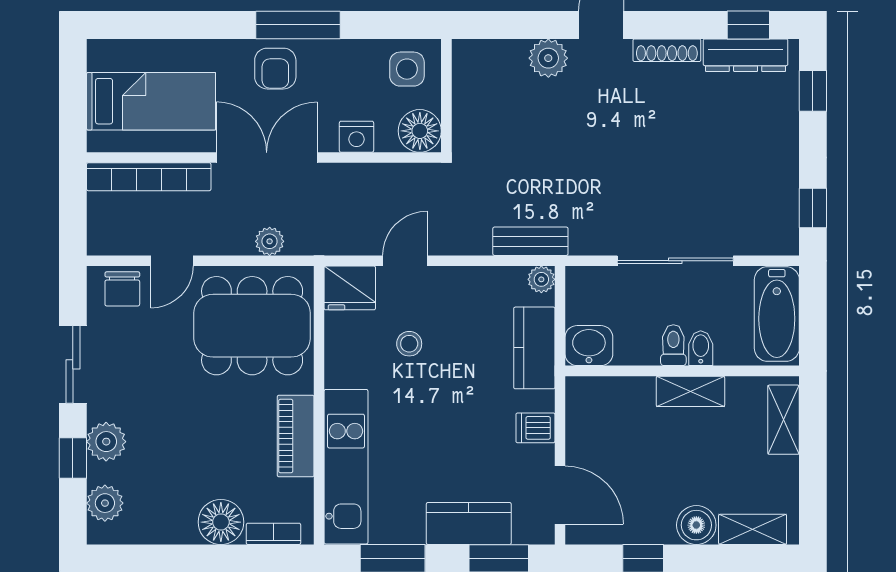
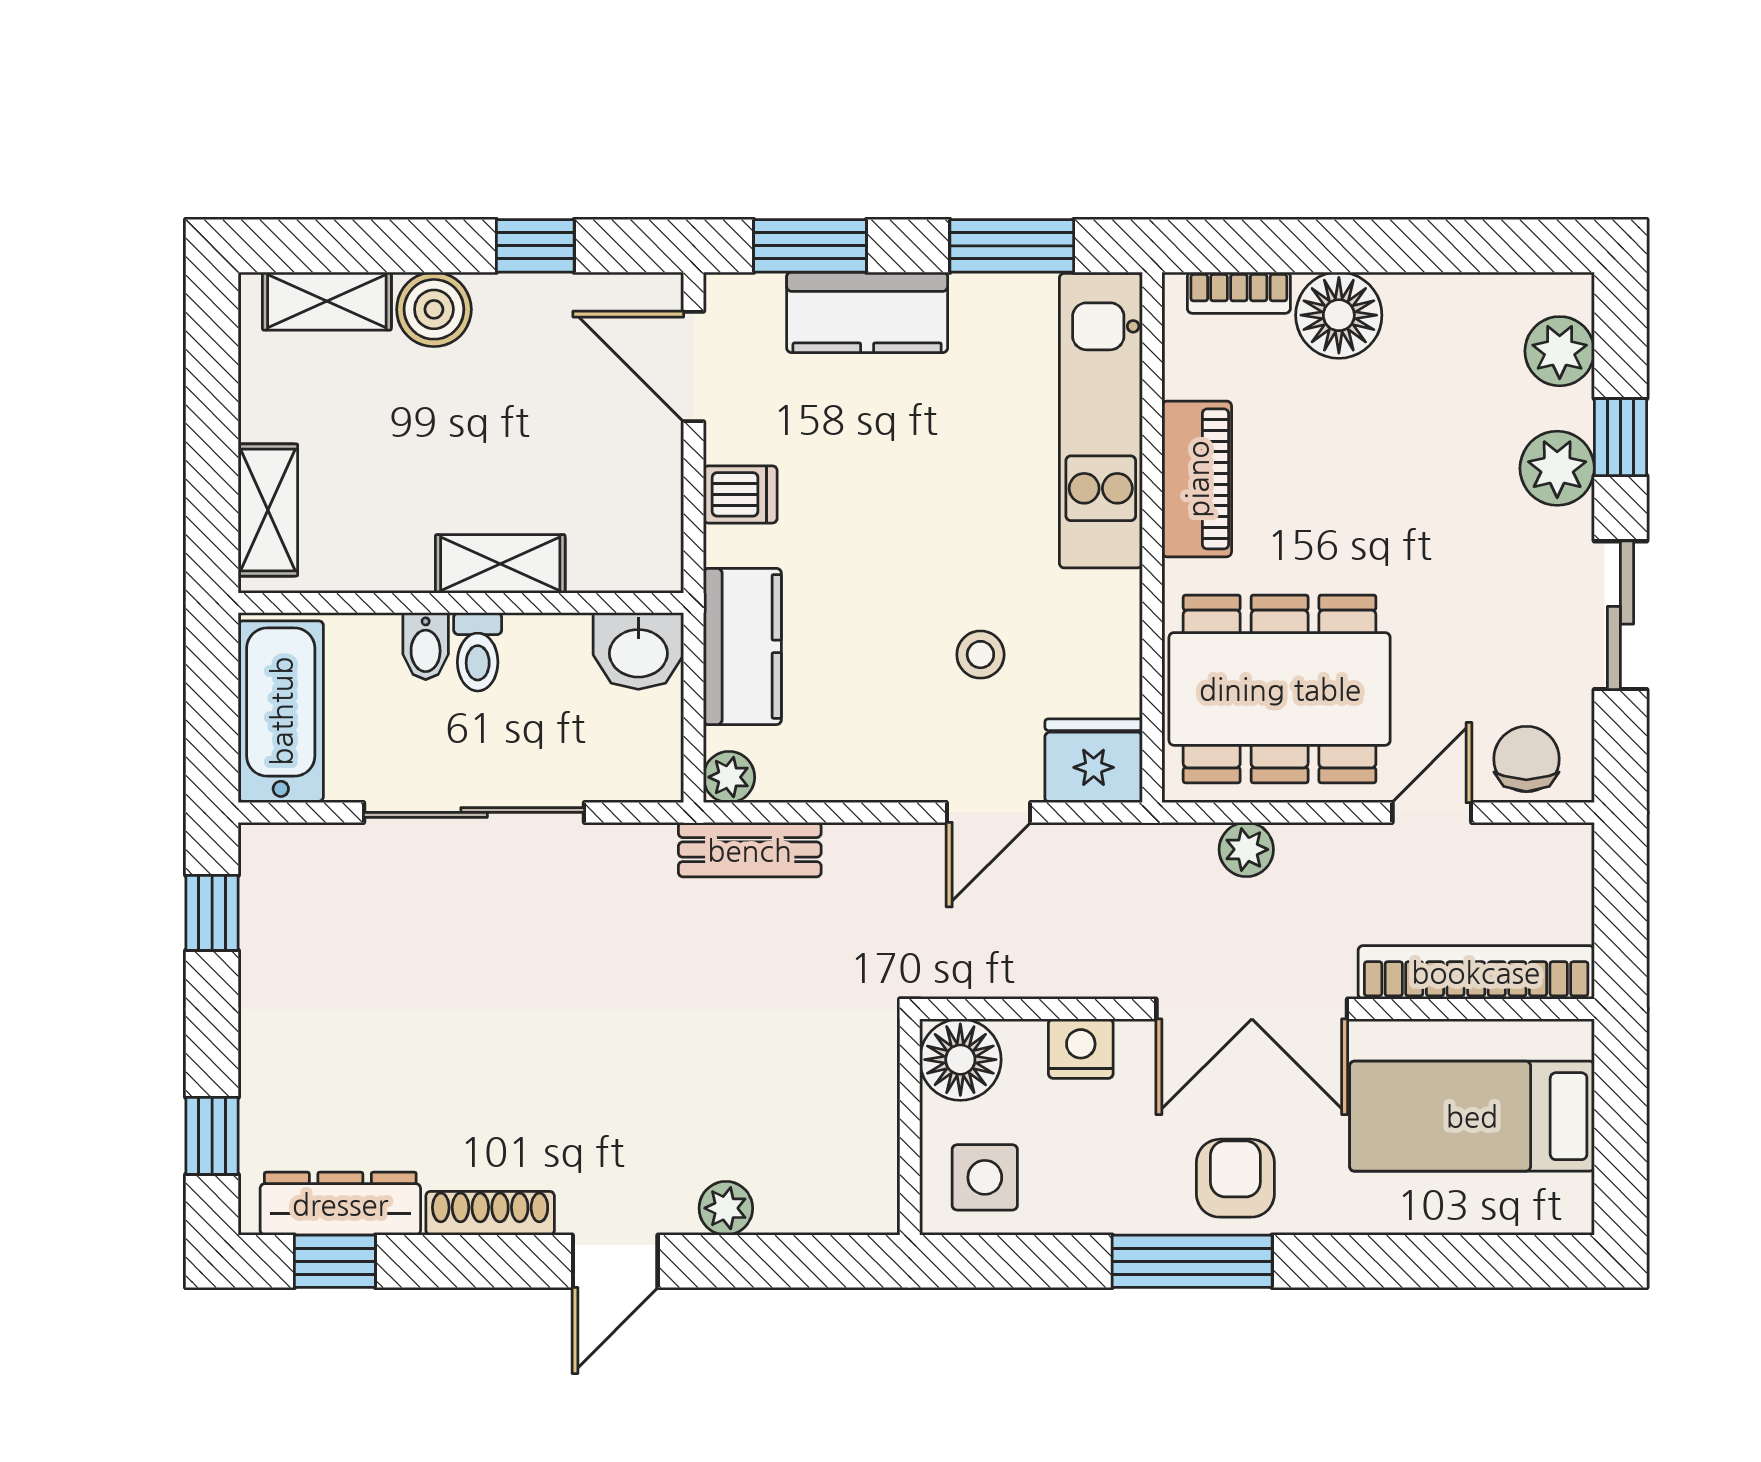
plant: (548, 58) -> (726, 1208), width x0.73, depth x0.73
shelving: (690, 391) -> (500, 564), moved

